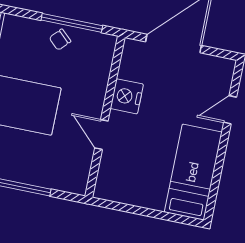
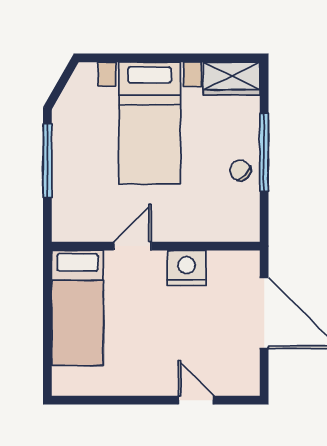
window: (72, 23) -> (264, 152), moved
bed: (193, 172) -> (77, 308), moved, turned 90

